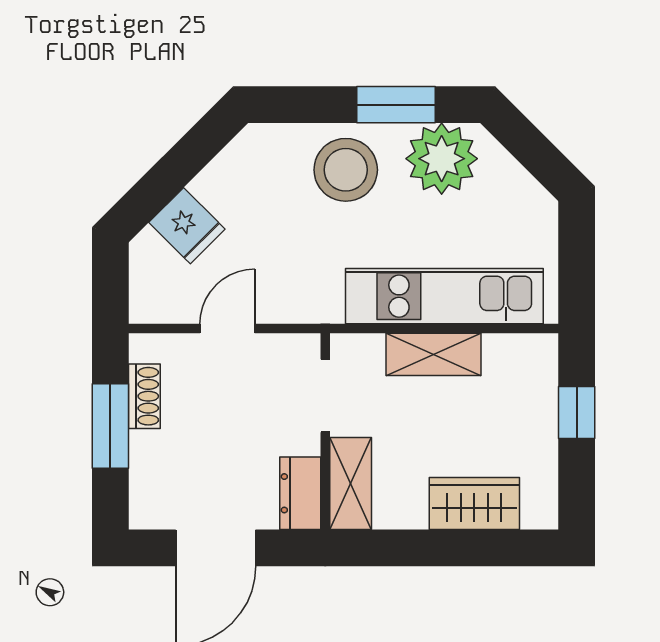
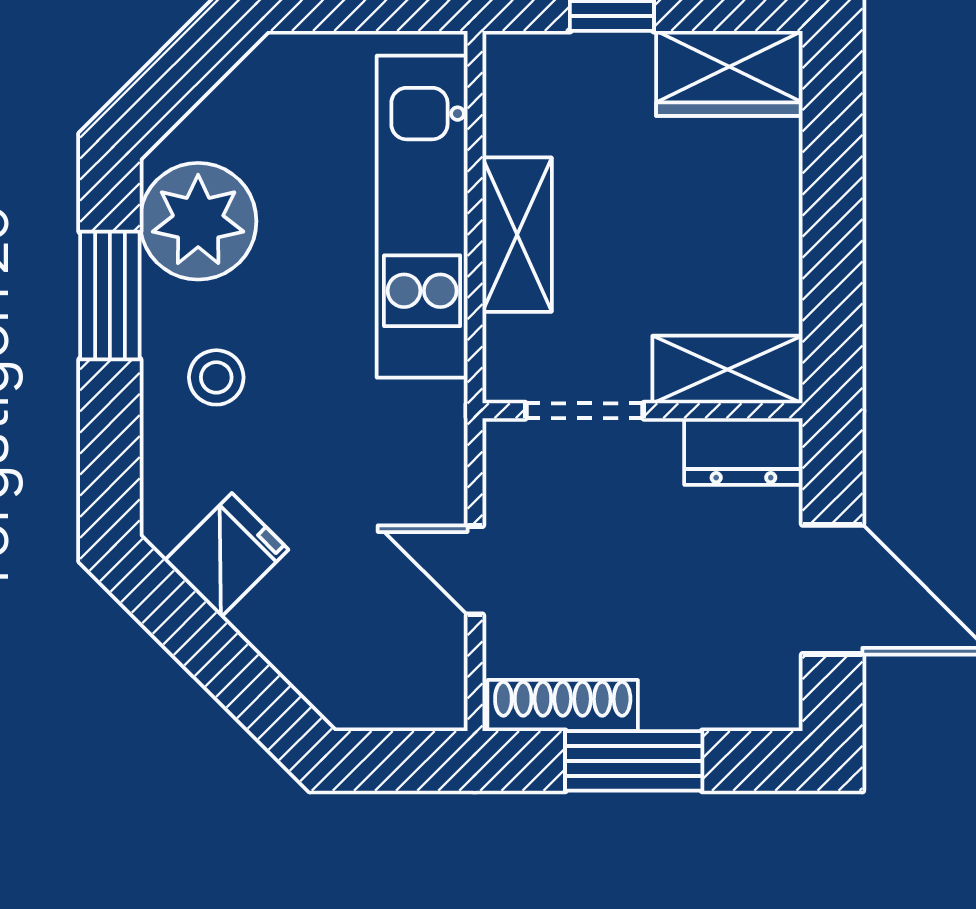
stool: (346, 170) -> (216, 377), width x0.53, depth x0.53
fridge: (187, 226) -> (226, 555), moved
shoe rack: (144, 396) -> (563, 706), width x1.43
wardrobe: (474, 504) -> (729, 73), moved, turned -90

